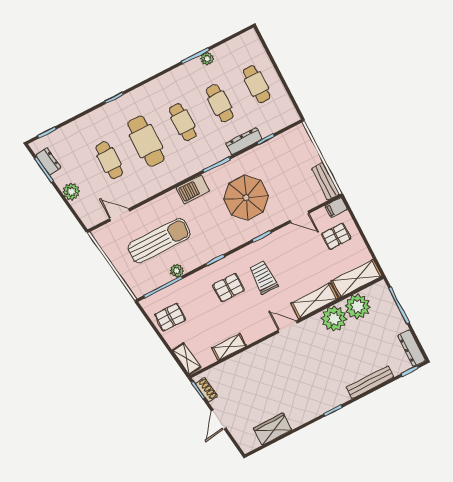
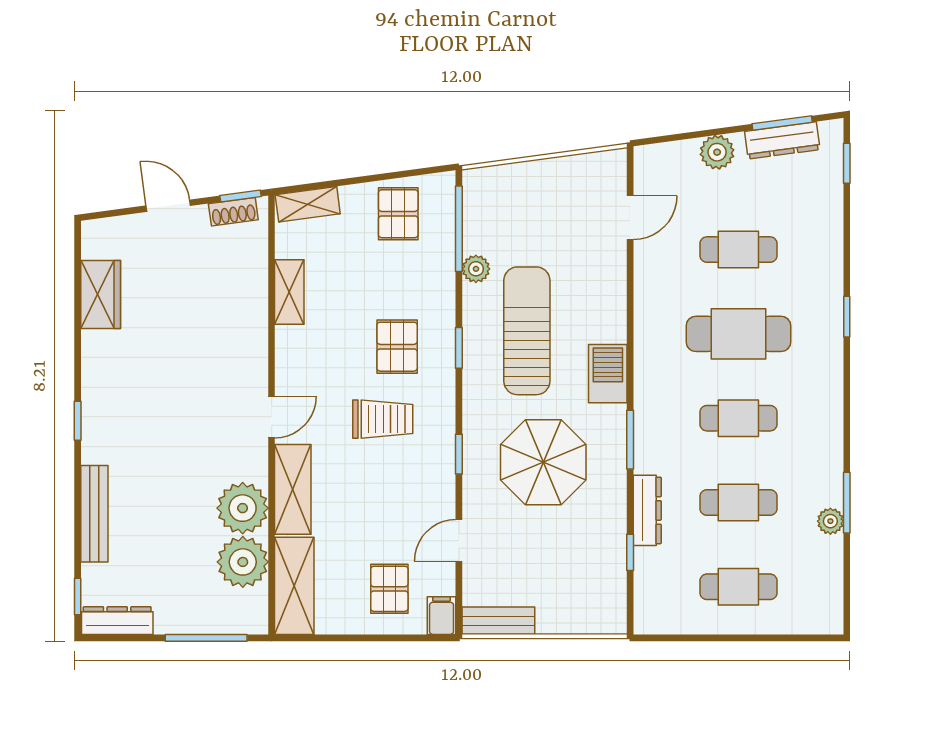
dresser: (48, 161) -> (782, 140), width x1.44
sun lounger: (159, 241) -> (527, 331), moved, turned 180

